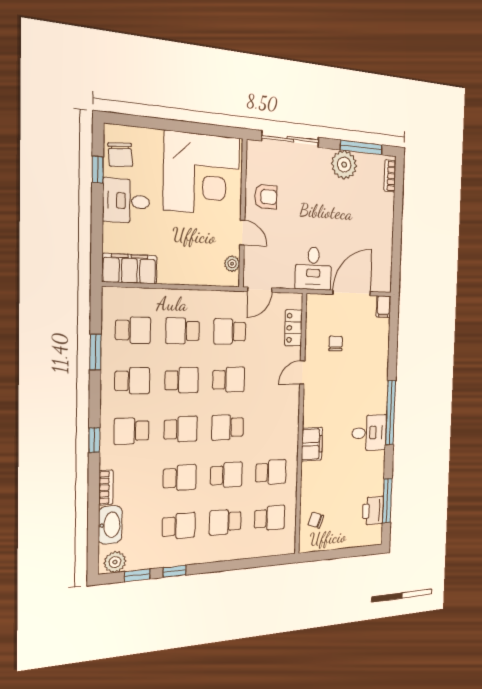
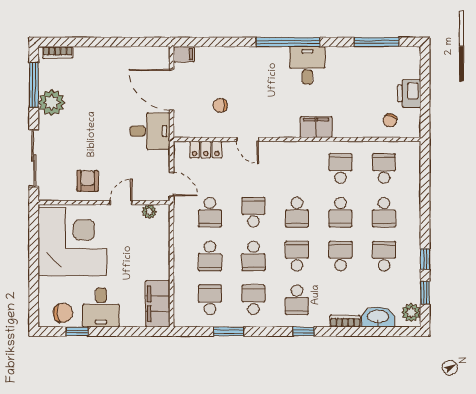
school desk: (182, 380) -> (253, 256), turned 180
school desk: (226, 475) -> (340, 212), turned 180
printer: (373, 511) -> (409, 93), moved, turned 90

